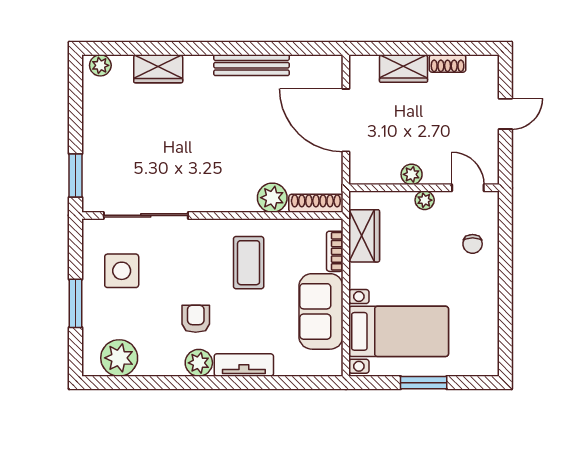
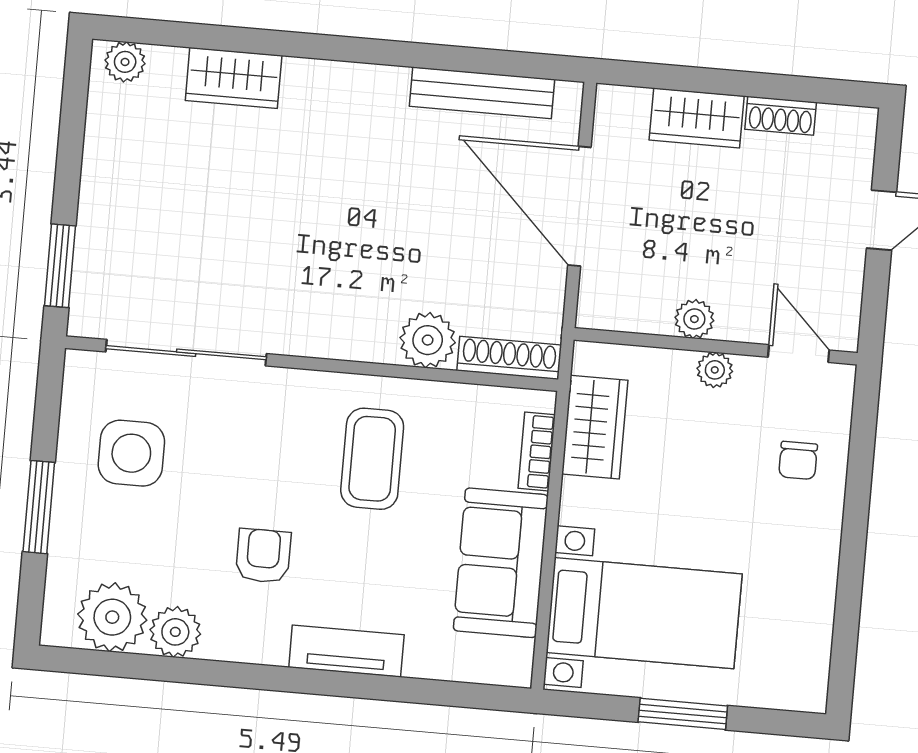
bench: (251, 65) -> (482, 93), moved
plant: (199, 363) -> (175, 632), moved

